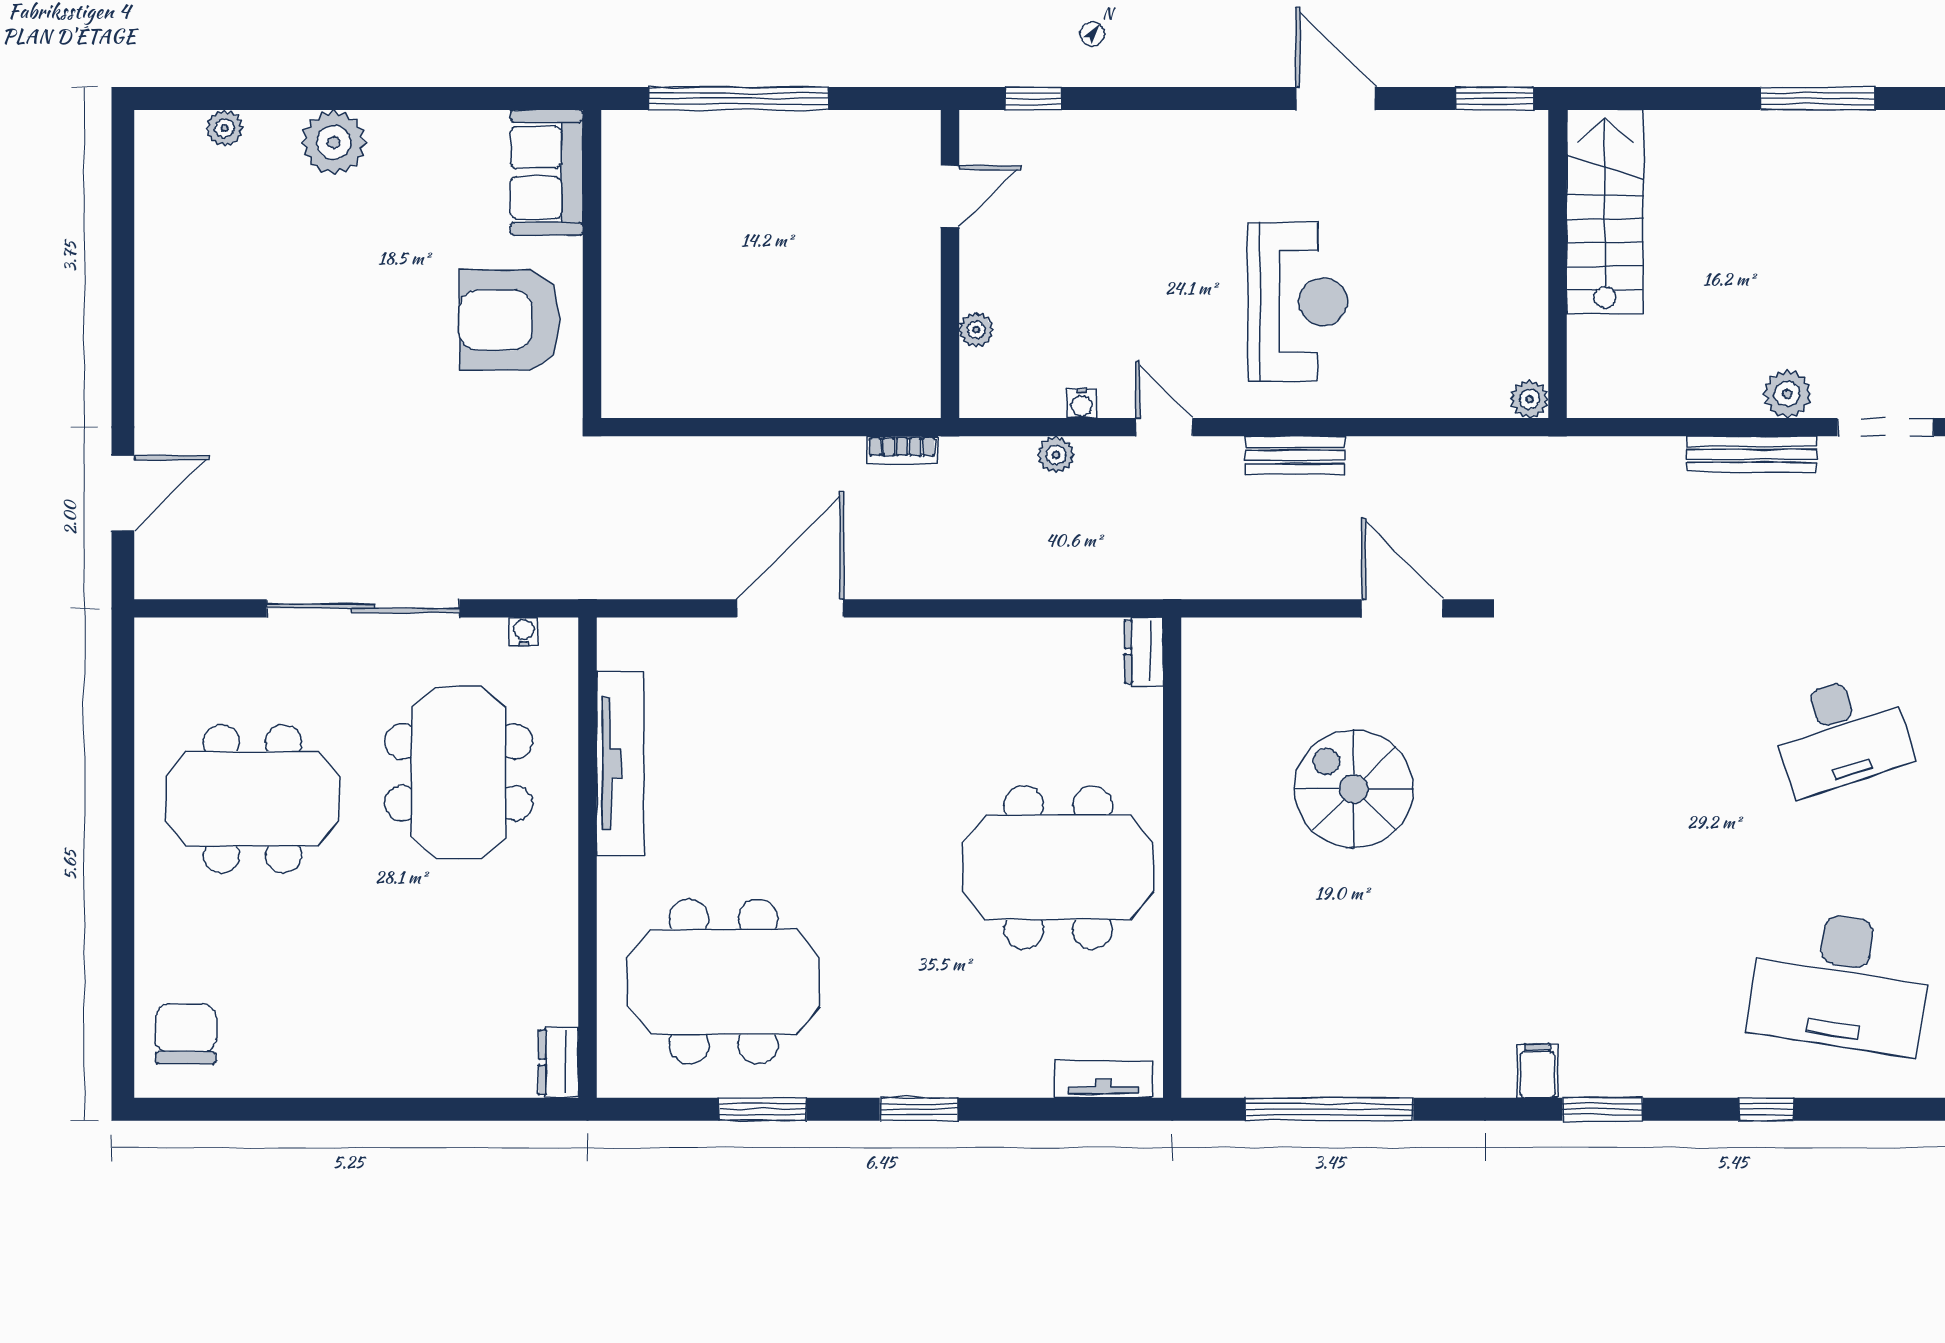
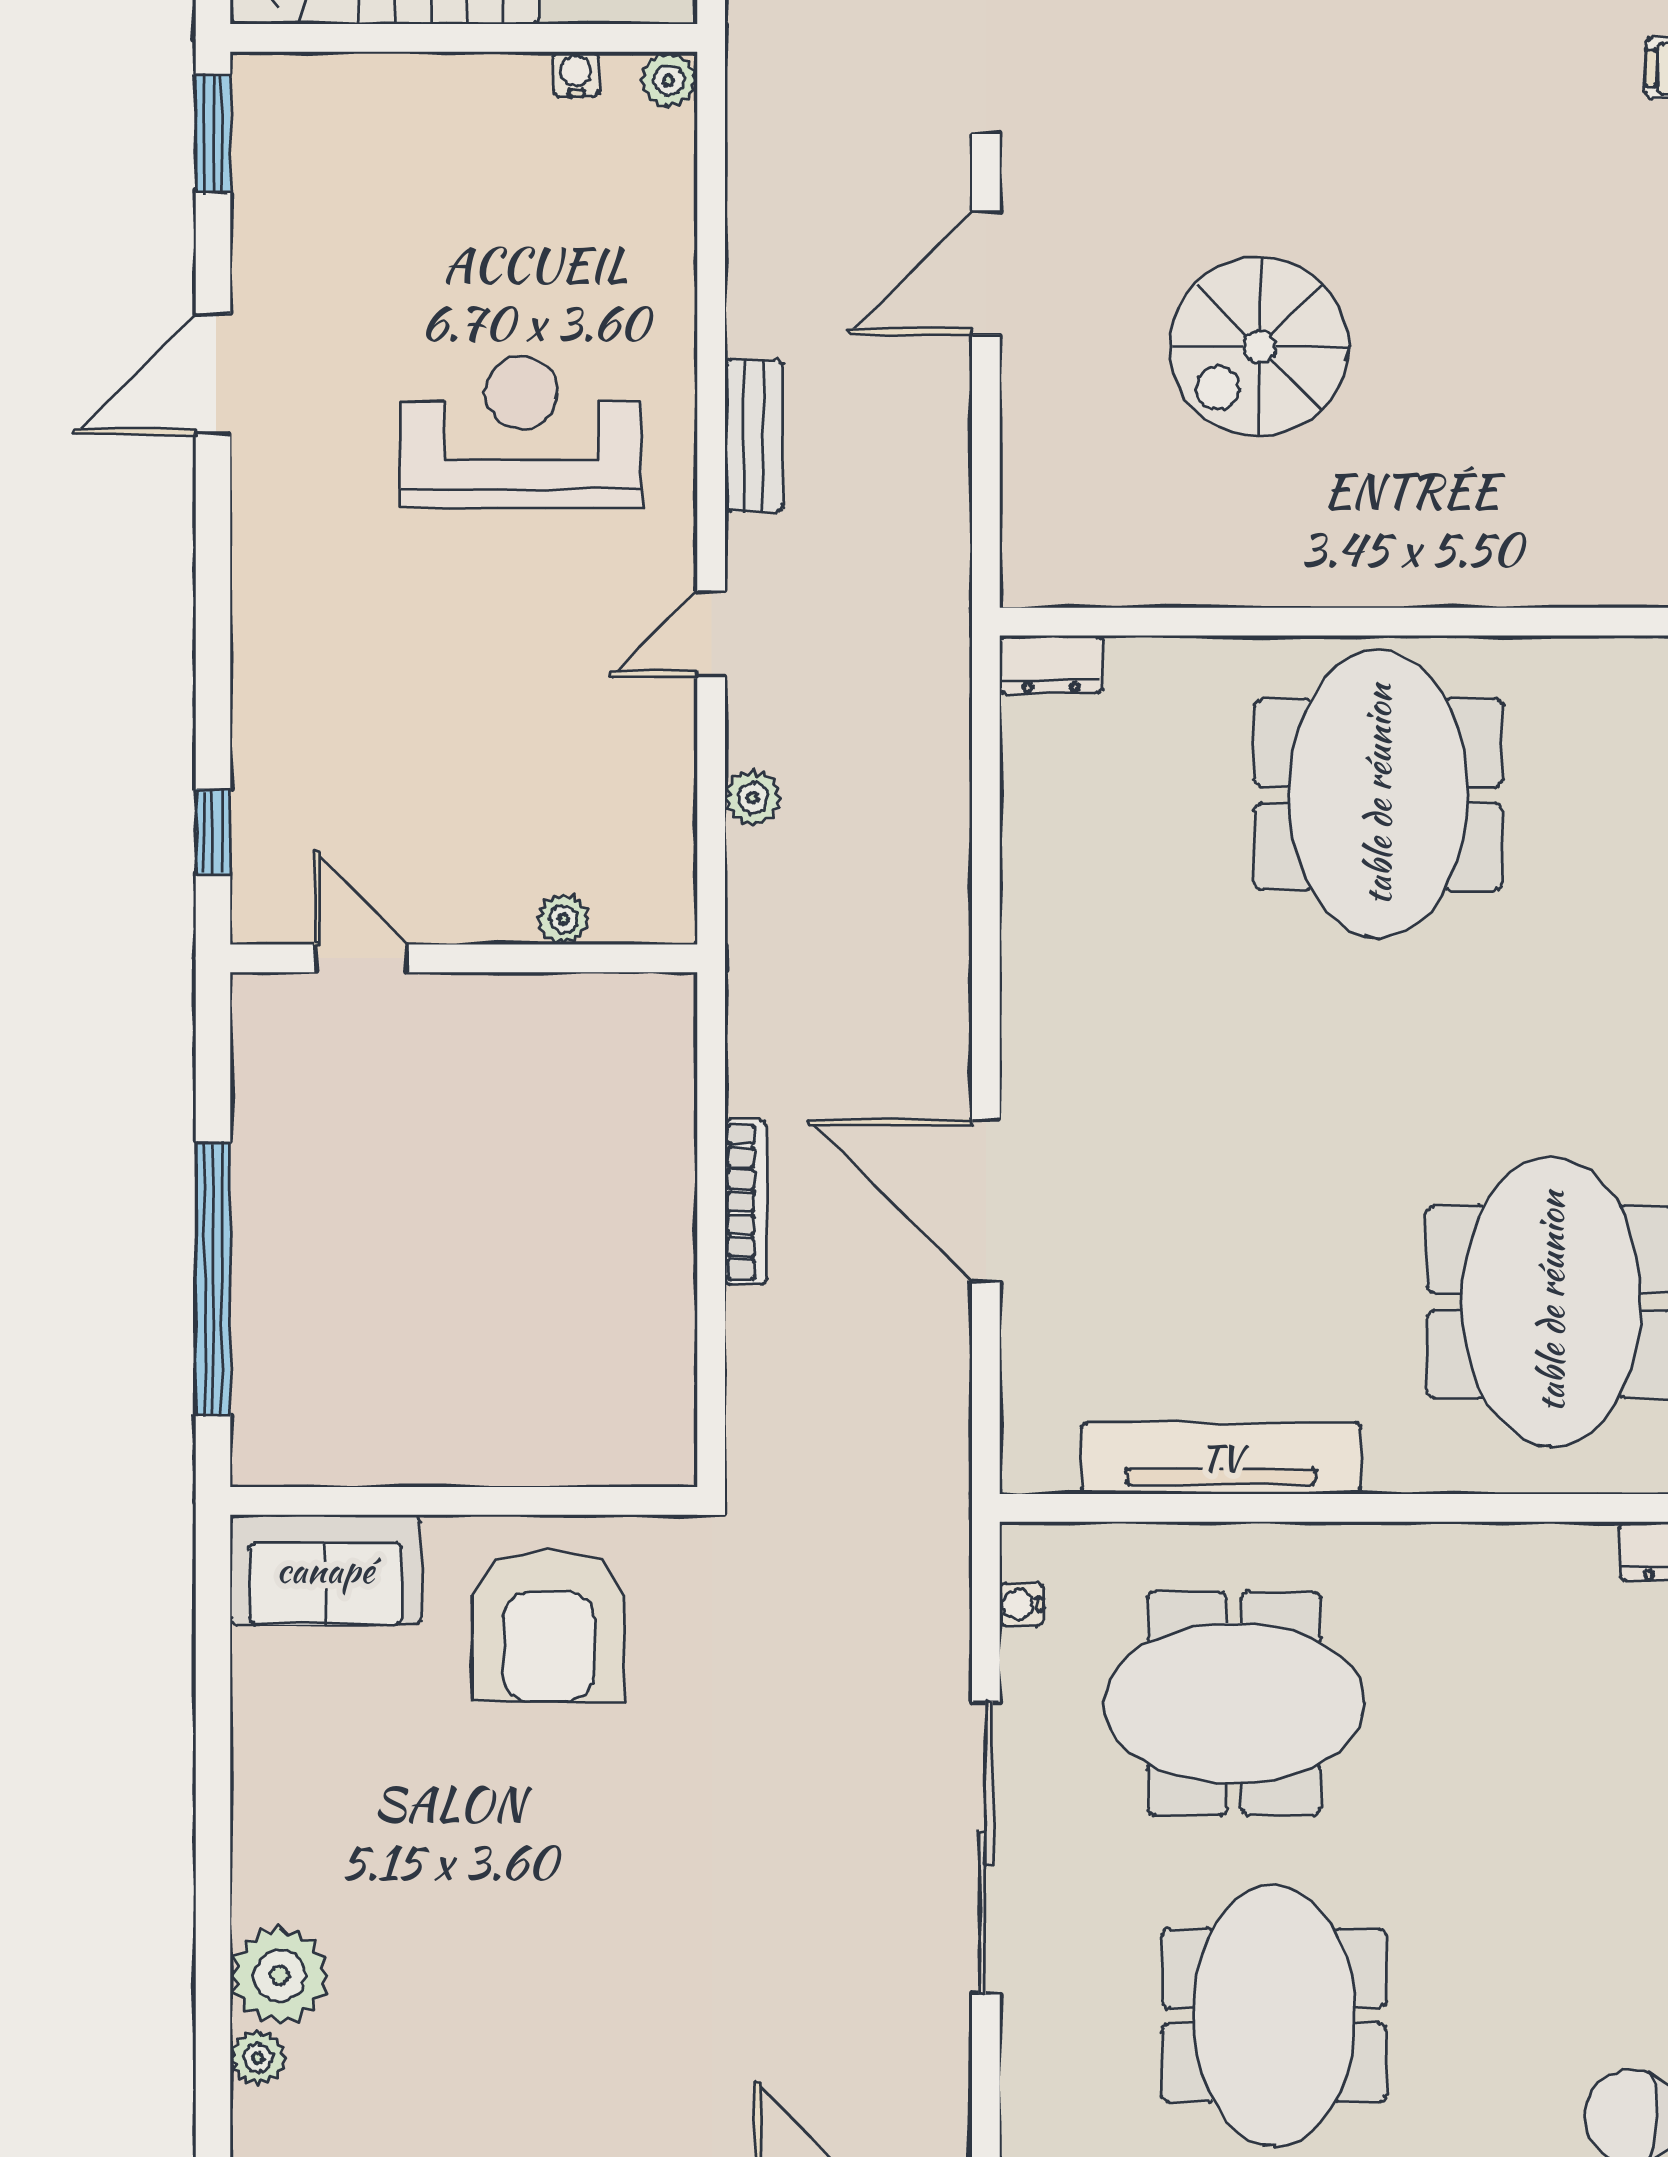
plant: (334, 142) -> (280, 1975), moved
water cooler: (1082, 403) -> (576, 74), moved, turned -90
bookcase: (902, 450) -> (746, 1202), moved, width x1.56

